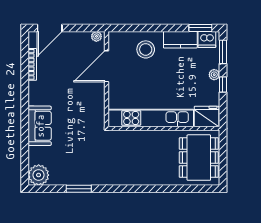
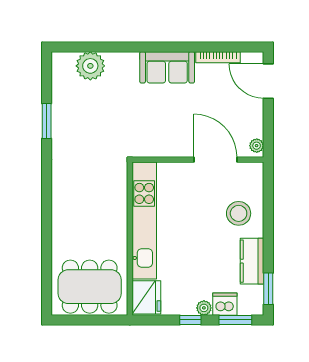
dishwasher: (207, 39) -> (225, 304), moved, turned 90
sofa: (40, 126) -> (167, 67), moved
plant: (39, 175) -> (90, 66), moved

